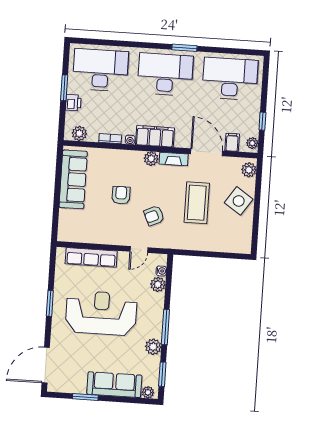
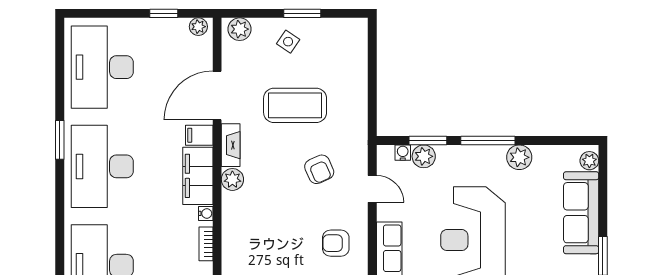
filing cabinet: (232, 142) -> (199, 135), moved
armchair: (121, 195) -> (336, 243), moved
side table: (239, 201) -> (288, 42), width x0.54, depth x0.54
window: (256, 211) -> (302, 13), added
window: (162, 374) -> (428, 141), moved

